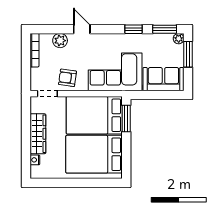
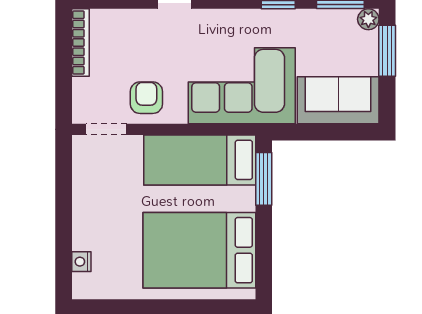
plant: (60, 41) -> (131, 23), removed
armchair: (67, 78) -> (146, 98), turned 82
bed: (94, 115) -> (200, 160), width x0.67
wardrobe: (38, 134) -> (87, 209), removed

